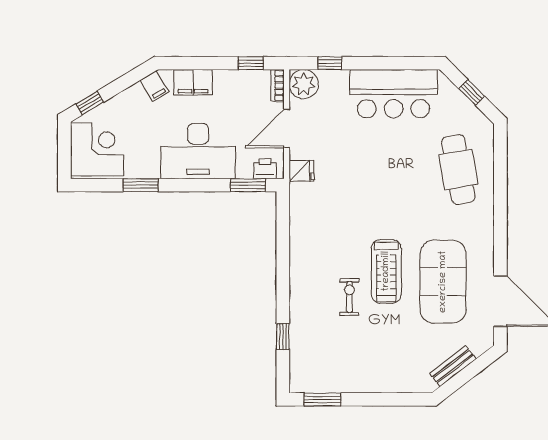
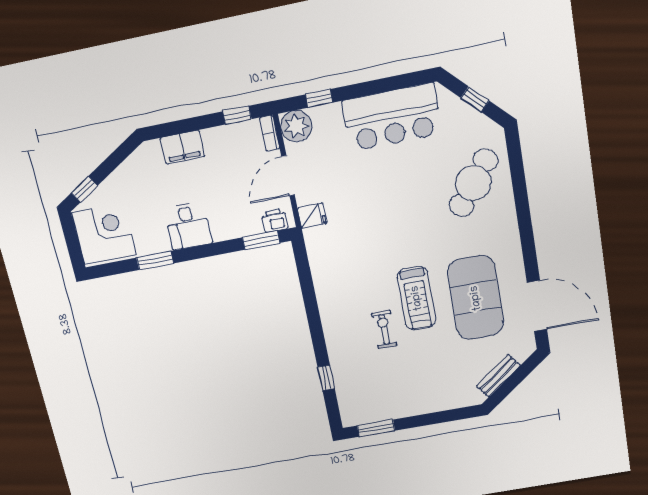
filing cabinet: (154, 86) -> (144, 159), removed
desk: (198, 151) -> (188, 226), width x0.53, depth x0.77
cafe table: (458, 169) -> (473, 183), turned 47

